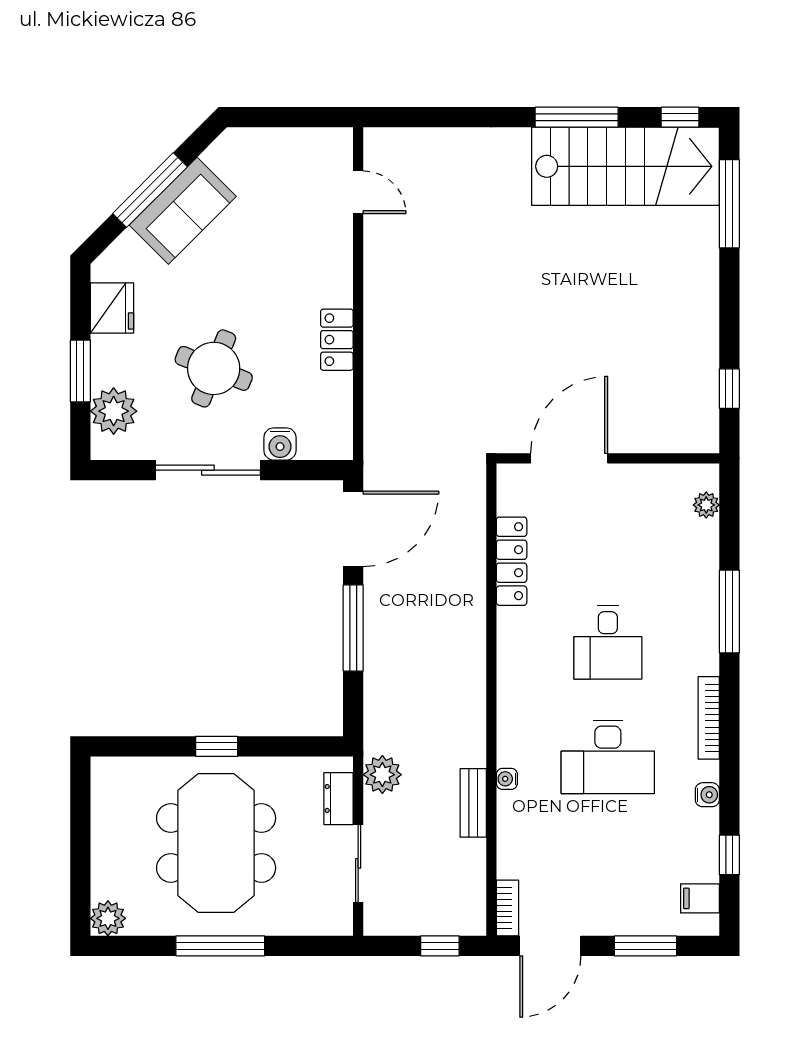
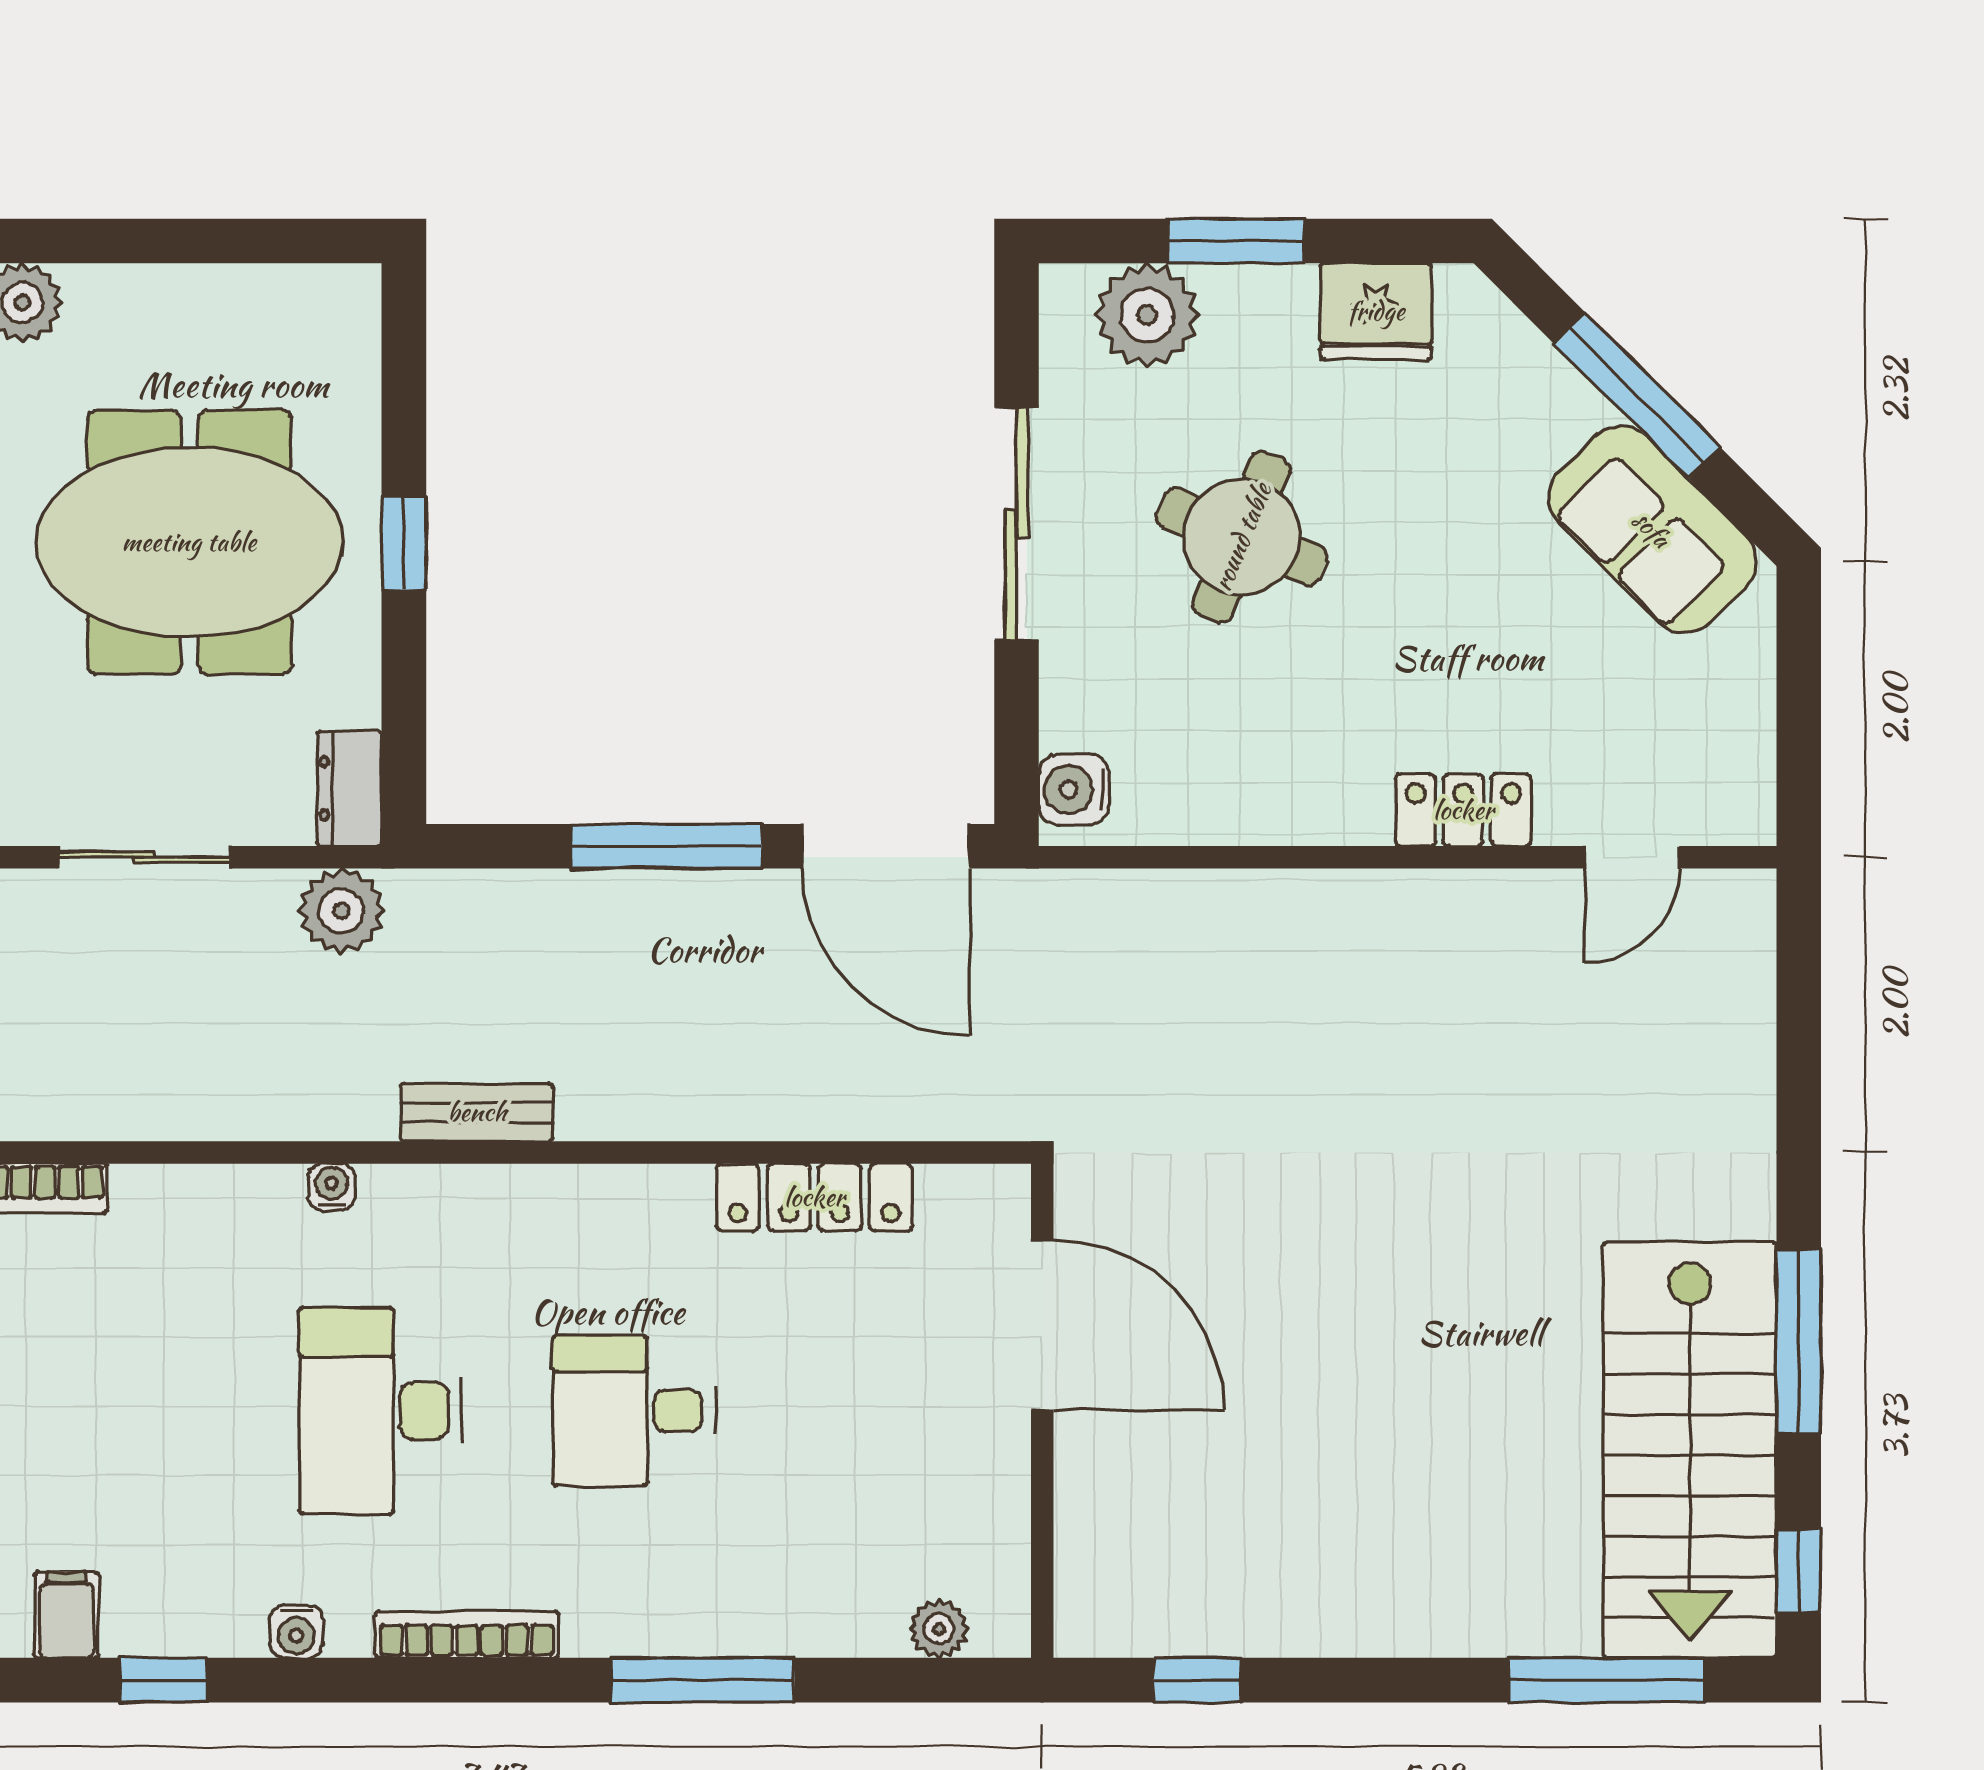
sofa: (183, 211) -> (1652, 529), moved
locker: (337, 340) -> (1463, 810), moved
water cooler: (280, 444) -> (1074, 789), moved
dresser: (339, 799) -> (349, 789), moved, turned -90
bench: (473, 803) -> (477, 1112), moved

